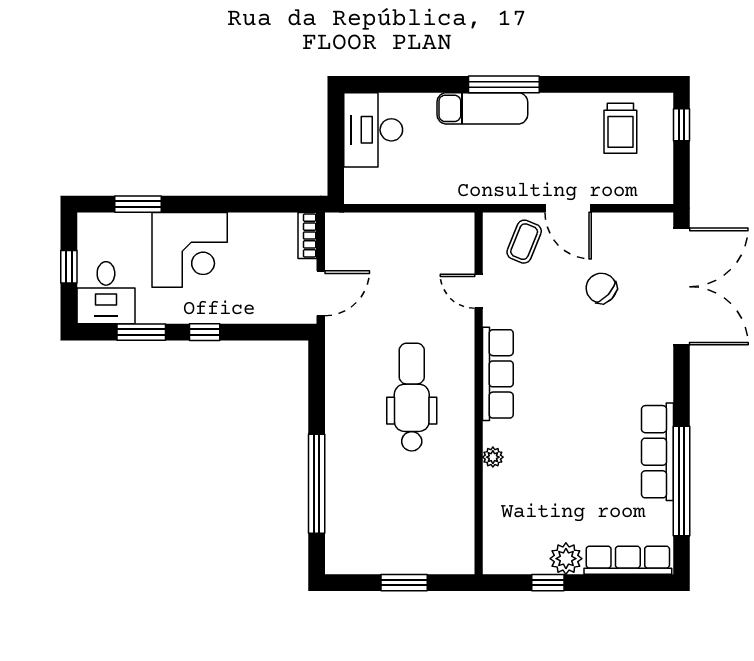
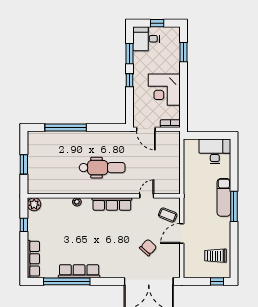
corner desk: (190, 250) -> (164, 90), moved
plant: (566, 559) -> (34, 204), moved

